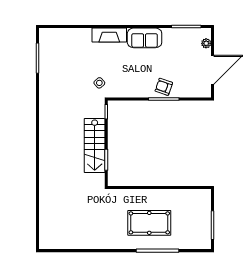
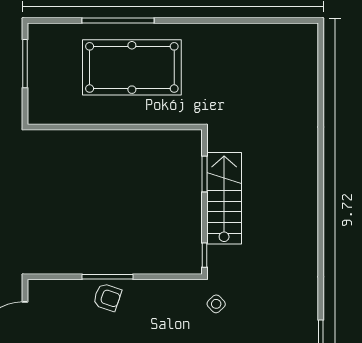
pool table: (149, 223) -> (132, 67), width x1.36, depth x1.32

